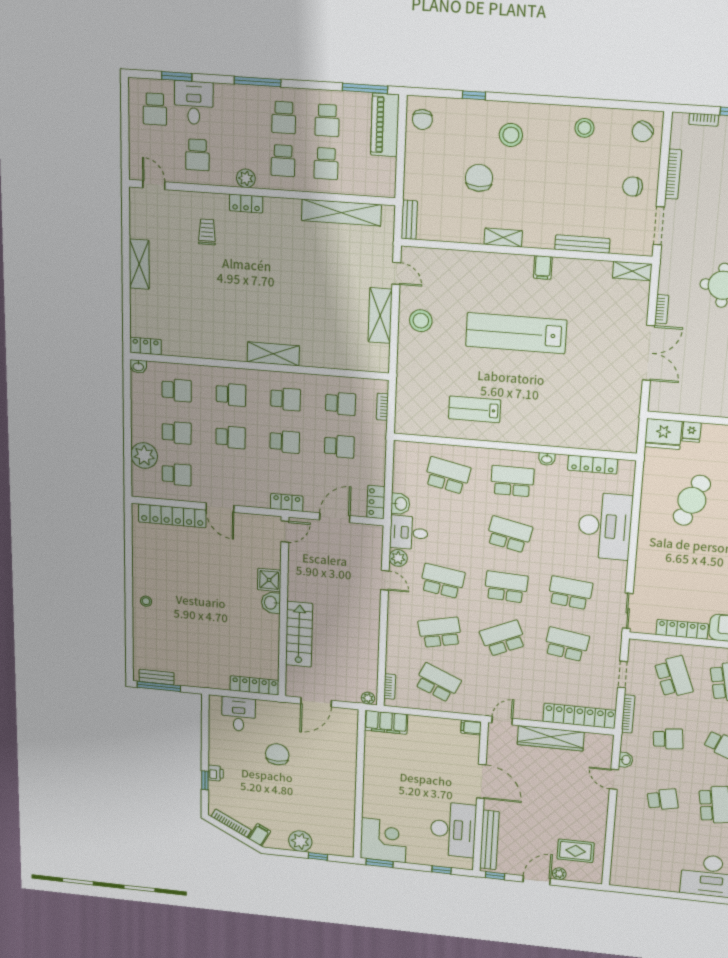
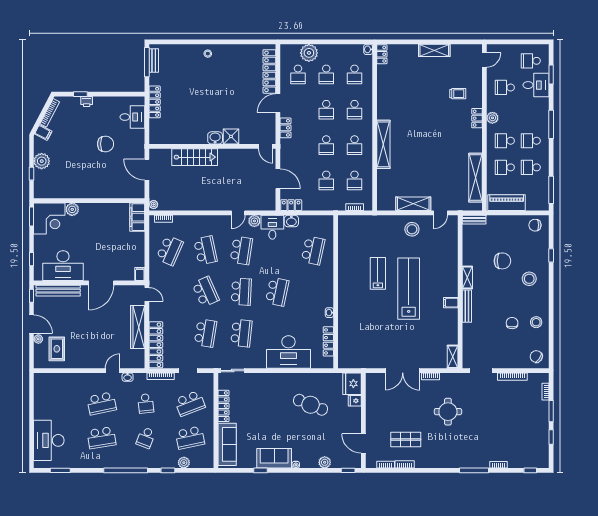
piano: (385, 125) -> (507, 203), moved
chair: (633, 186) -> (512, 323), moved
bench: (582, 244) -> (467, 306), moved
shelving: (273, 354) -> (383, 144), width x1.47
lab bench: (475, 409) -> (378, 273), moved
school desk: (512, 481) -> (313, 292), removed
locker: (287, 502) -> (286, 128), moved
locker: (254, 685) -> (155, 102), moved
school desk: (663, 800) -> (102, 403), width x1.85
plant: (371, 809) -> (72, 209), added

